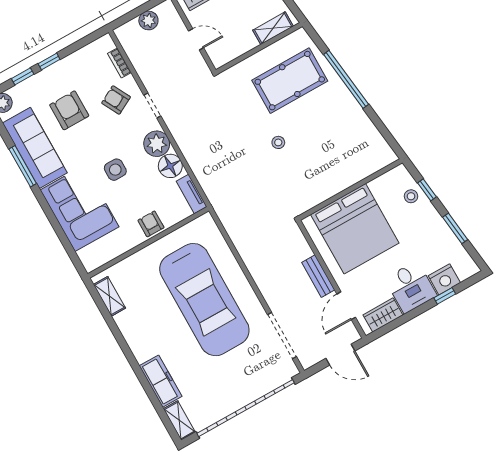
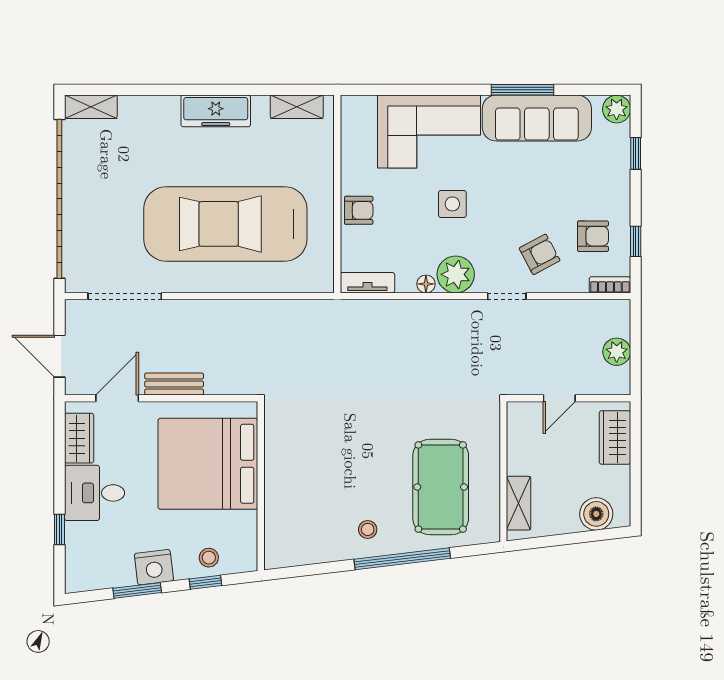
window: (49, 61) -> (636, 241), moved
bookcase: (119, 63) -> (610, 285), moved
armchair: (69, 110) -> (593, 236), moved, width x0.72, depth x0.72
stool: (278, 142) -> (368, 529), moved
floor lamp: (170, 166) -> (426, 284), width x0.53, depth x0.53
nightstand: (444, 279) -> (154, 567), moved, turned -97
door: (346, 306) -> (117, 398), hinge flipped
door: (340, 355) -> (59, 356), hinge flipped
freezer: (161, 381) -> (216, 111), moved

